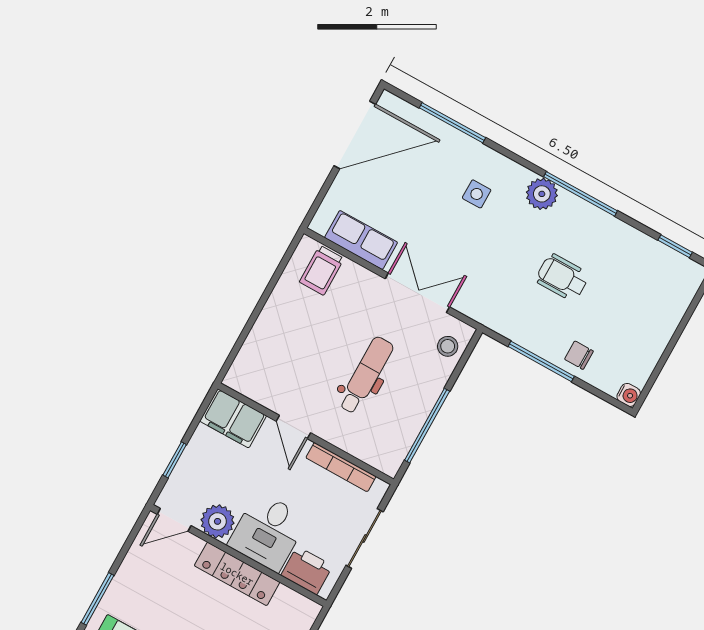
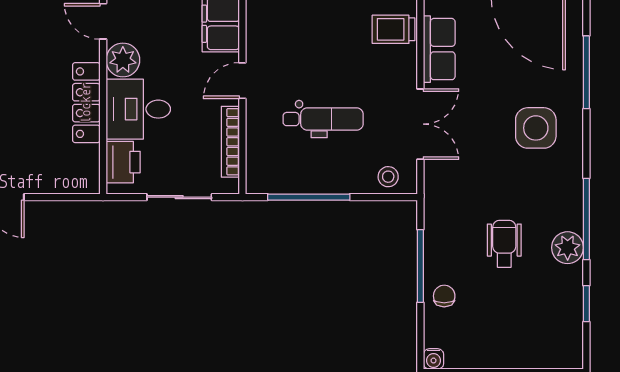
side table: (477, 194) -> (536, 128), width x1.87, depth x1.87
plant: (542, 194) -> (568, 248), moved
window: (675, 246) -> (586, 304), moved

